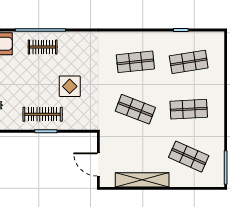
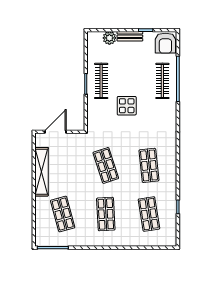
clothes rail: (43, 47) -> (162, 81), width x1.36
shop shelf: (135, 109) -> (106, 165), turned -39
shop shelf: (189, 157) -> (63, 214), turned -39

